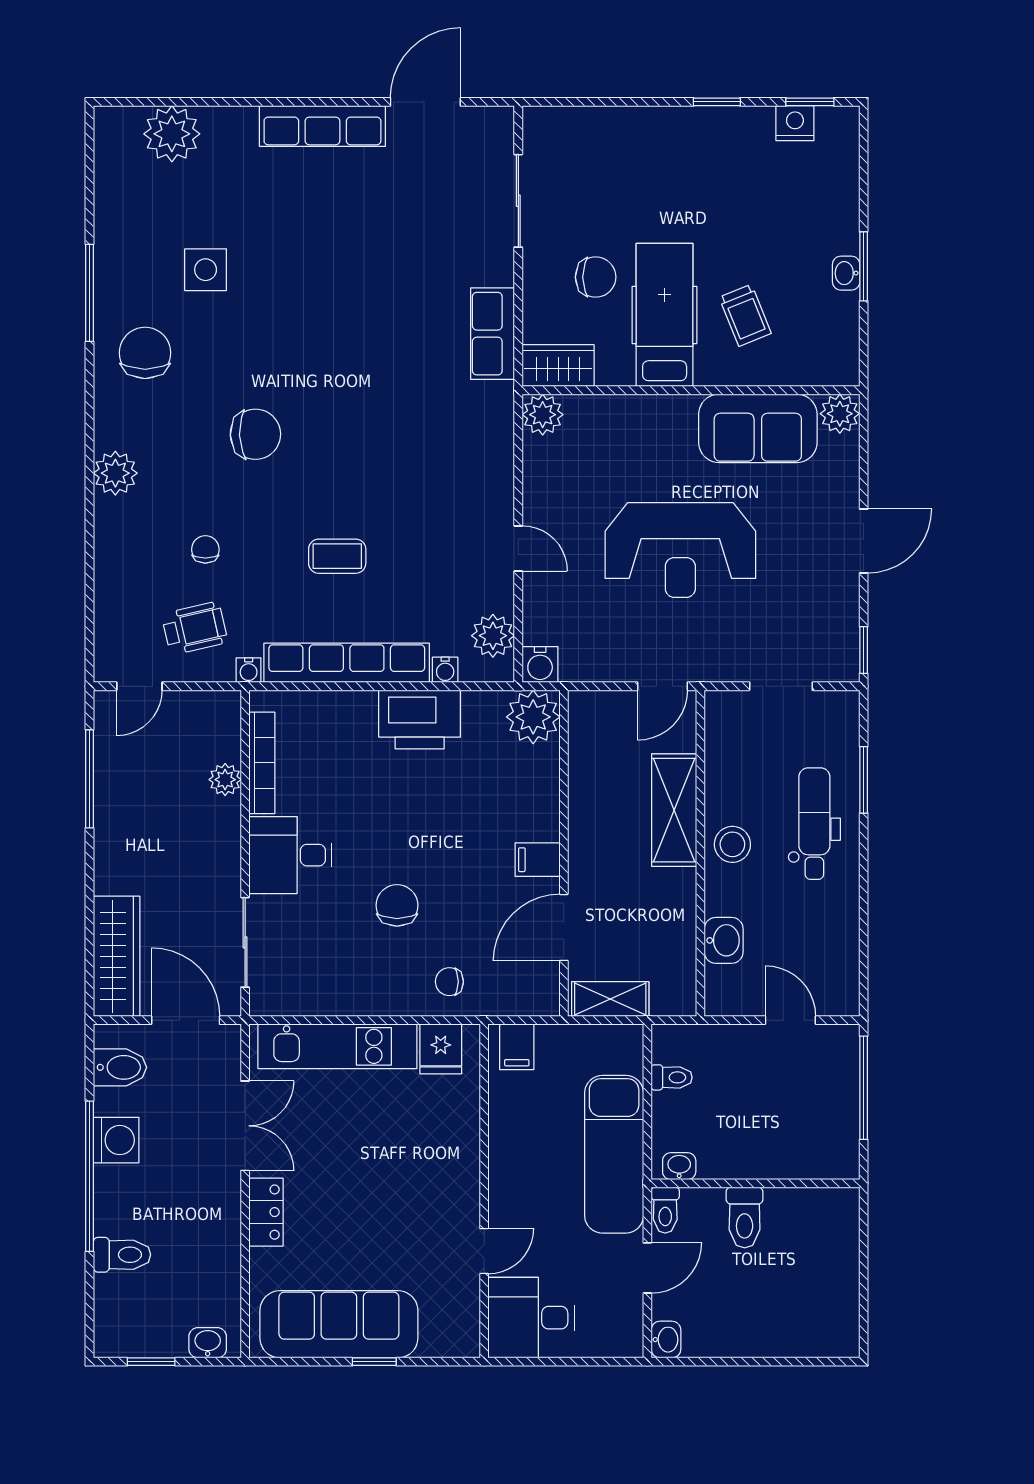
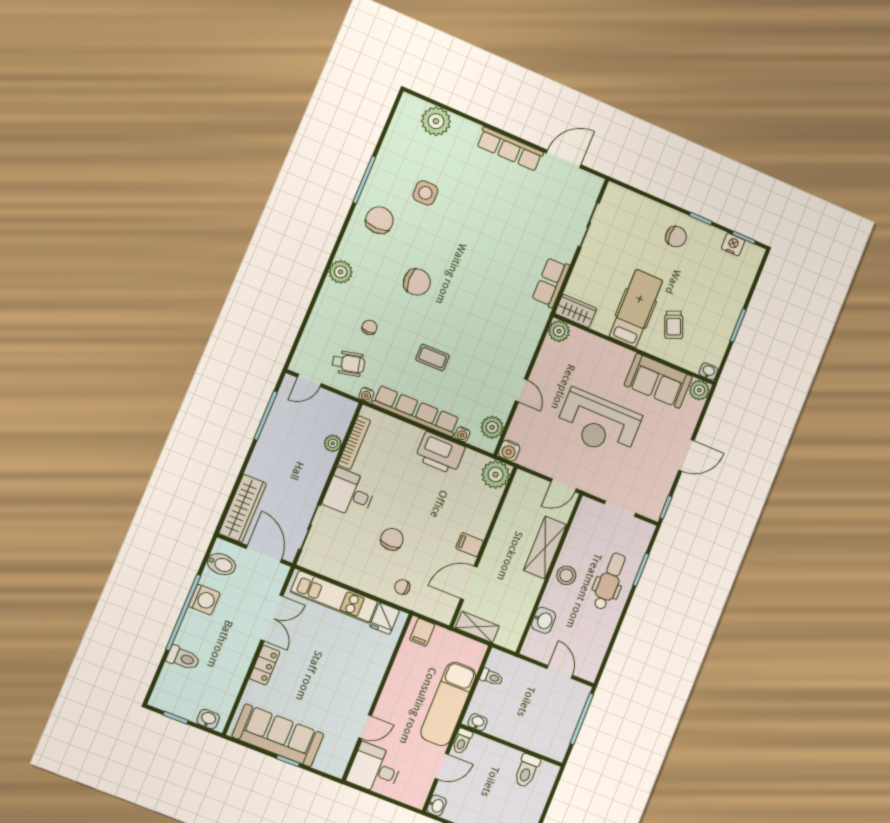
washbasin: (846, 273) -> (708, 371), moved, turned 90
chair: (596, 277) -> (676, 237), moved
toilet: (745, 1217) -> (527, 771), moved

